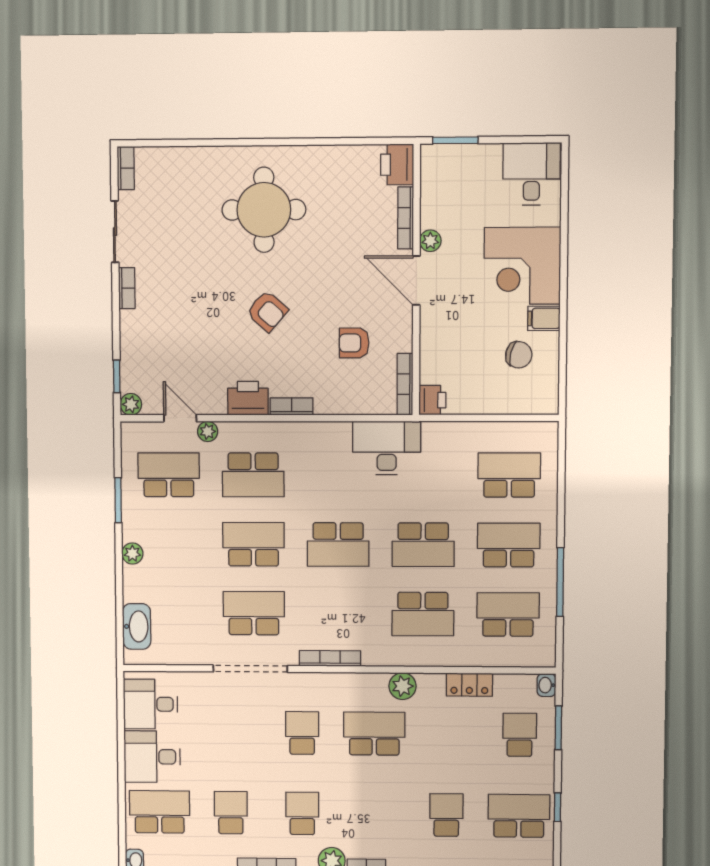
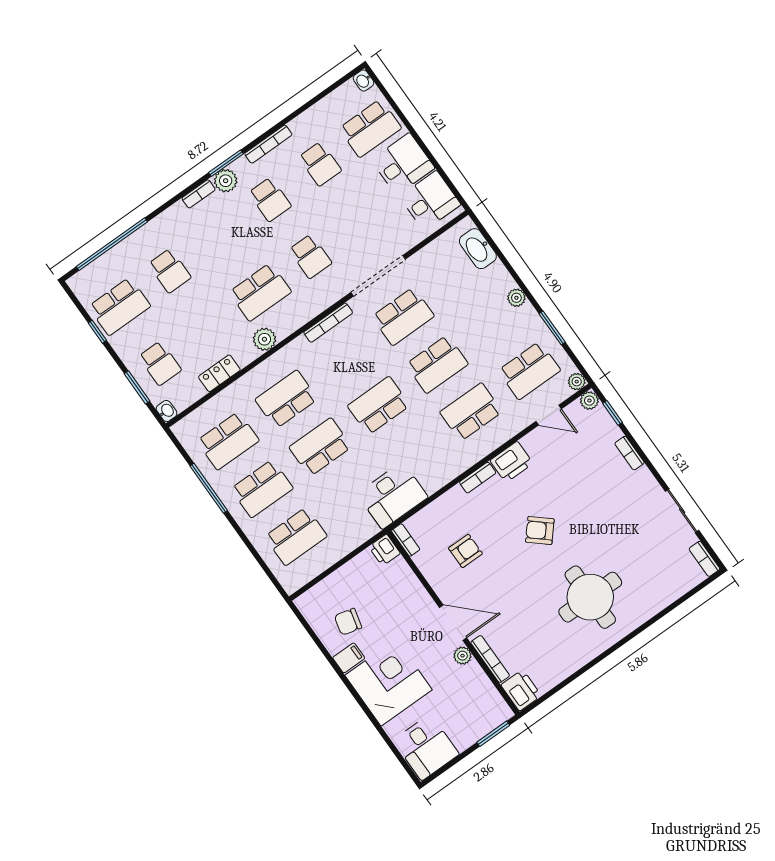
bookcase: (127, 288) -> (630, 453), moved
bookcase: (405, 384) -> (406, 540), width x0.64
plant: (208, 431) -> (577, 382), moved

